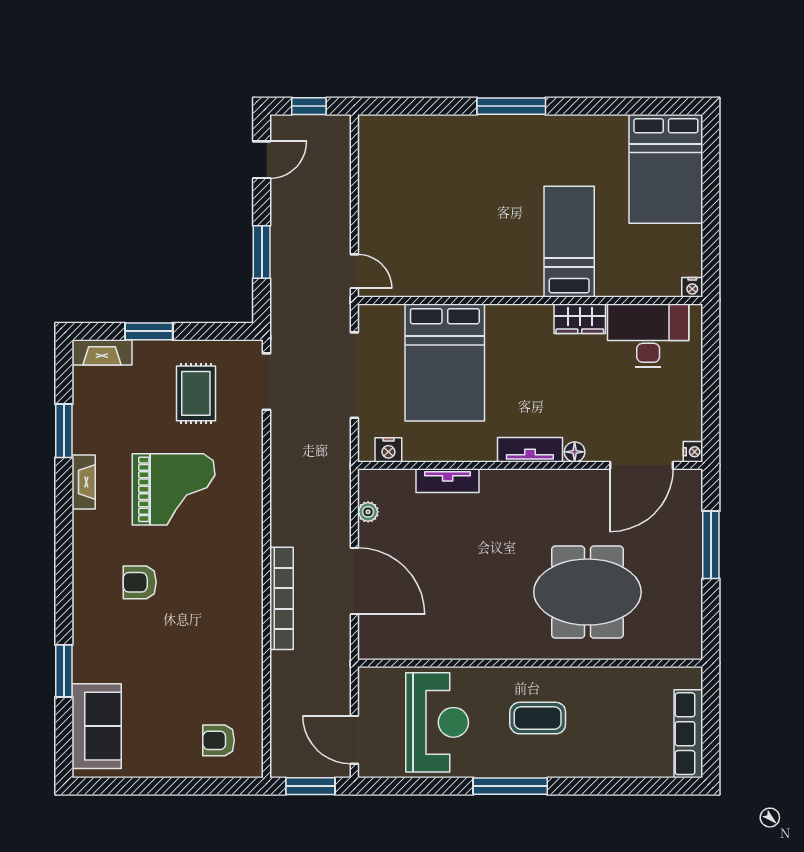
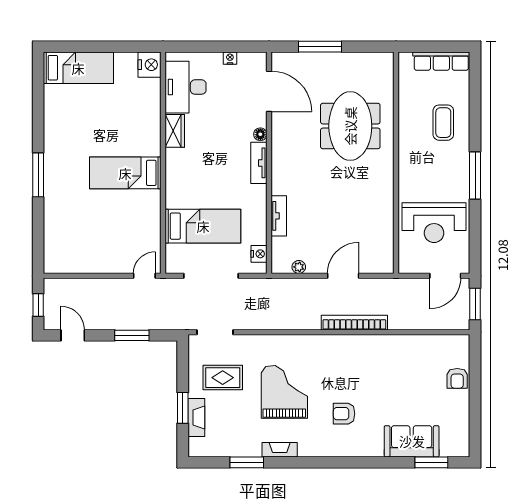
bed: (666, 169) -> (78, 68), width x0.67
bed: (569, 242) -> (125, 173), moved
nightstand: (692, 287) -> (150, 65), width x1.89, depth x1.79
fireplace: (102, 352) -> (196, 417), moved
bed: (445, 363) -> (203, 226), width x0.67
nightstand: (693, 452) -> (230, 58), moved
door: (354, 581) -> (343, 276), width x0.73
armchair: (140, 582) -> (344, 414), turned 90
window: (64, 671) -> (431, 462), moved
coffee table: (538, 718) -> (443, 123), moved
reception desk: (437, 722) -> (434, 223), turned 180
sofa: (97, 726) -> (412, 441), moved
armchair: (219, 740) -> (457, 378), moved

